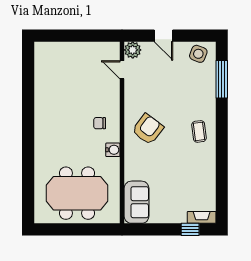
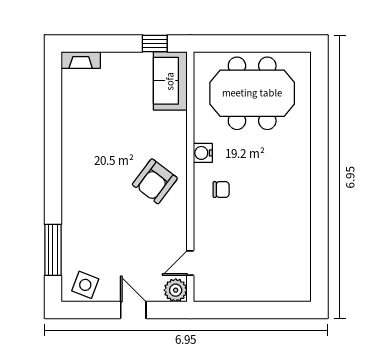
door: (122, 70) -> (190, 263), swing flipped
coffee table: (199, 131) -> (84, 178), removed
window: (190, 229) -> (155, 43), moved

